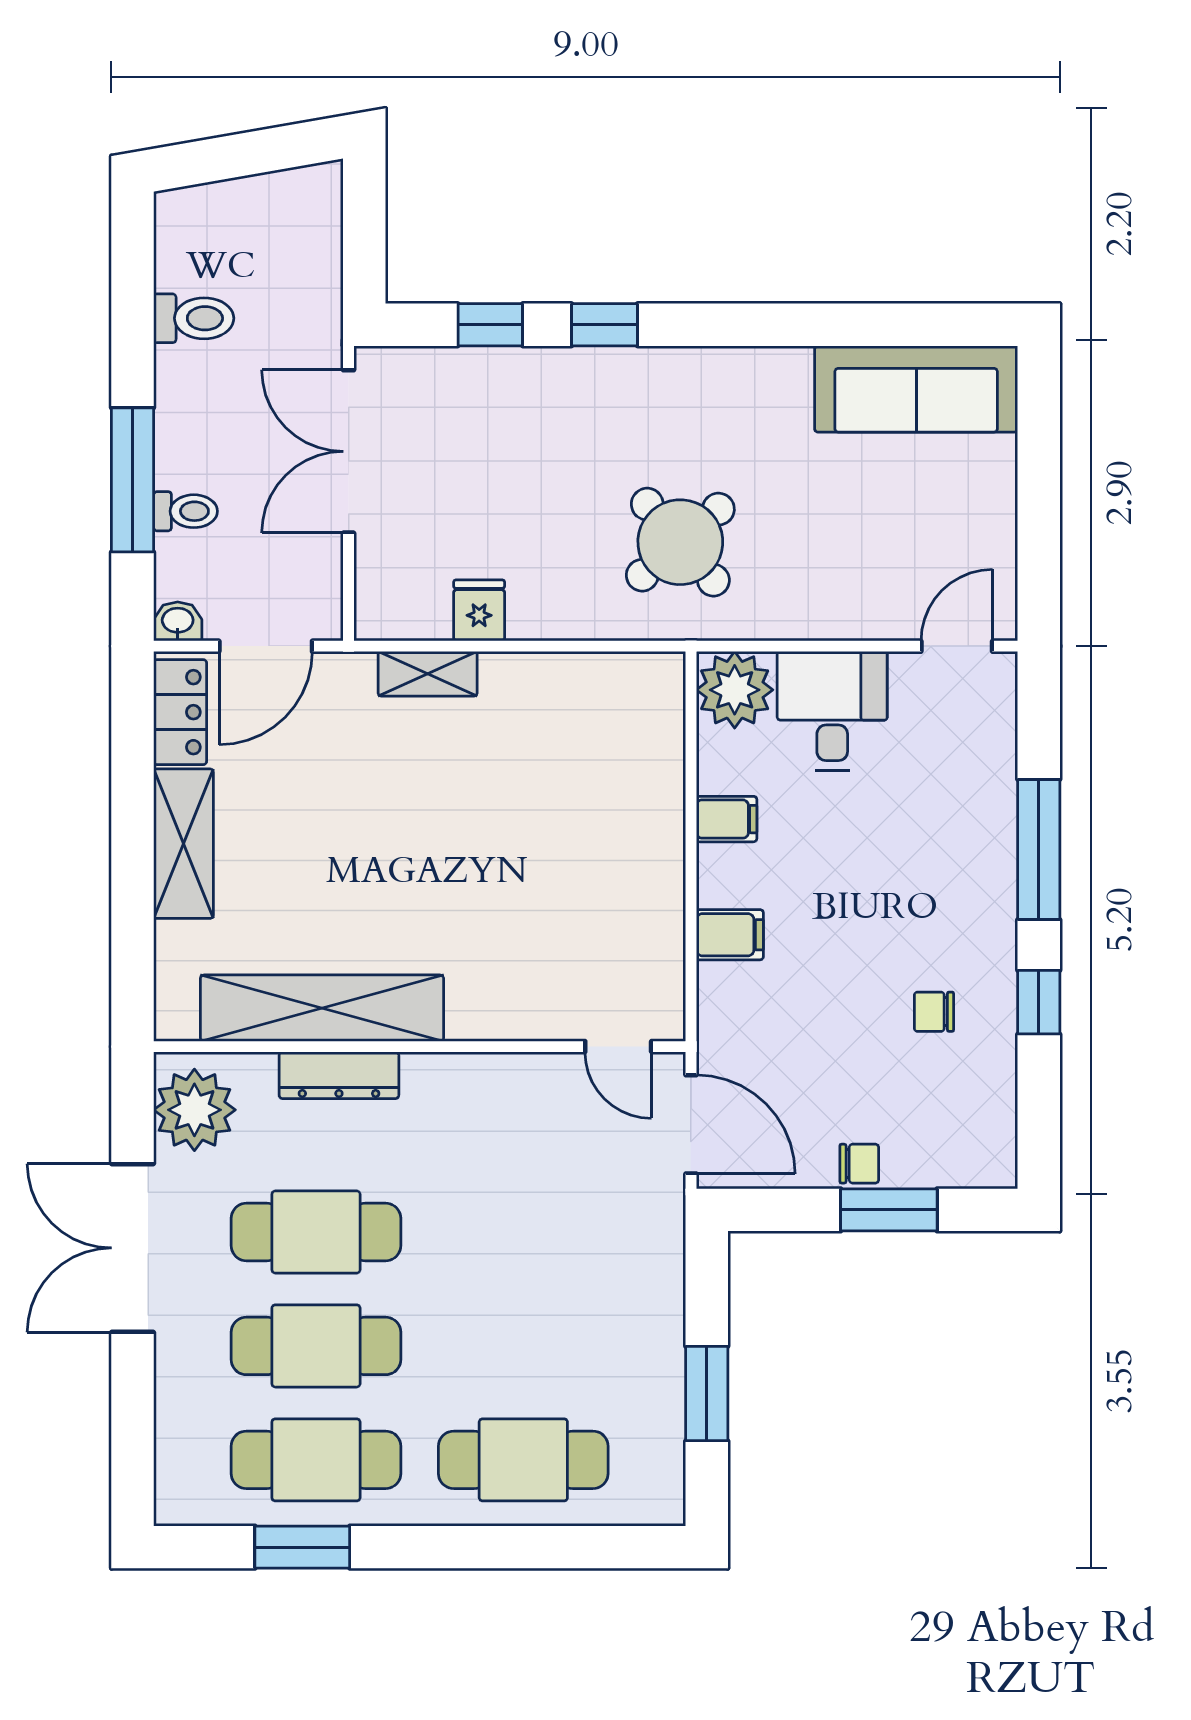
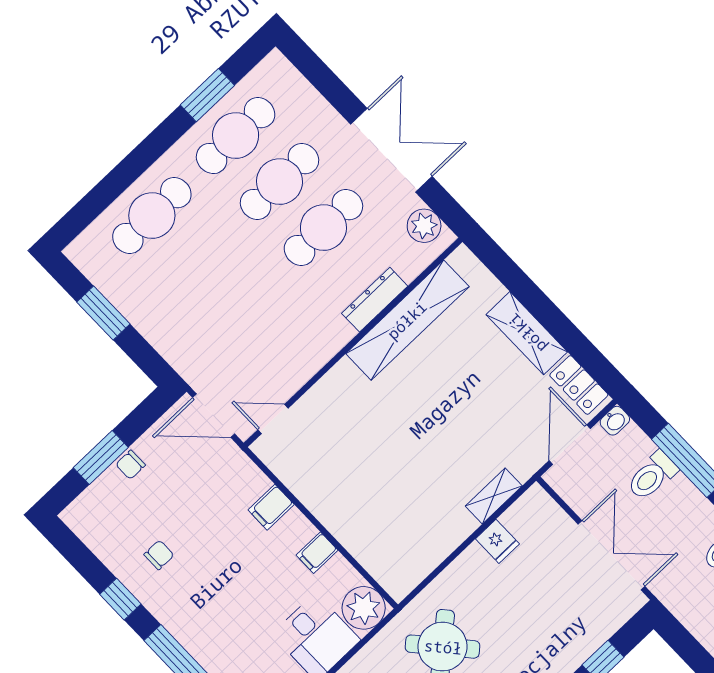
toilet: (185, 511) -> (652, 476), width x1.37, depth x1.39
plant: (194, 1110) -> (424, 226), width x0.73, depth x0.73

